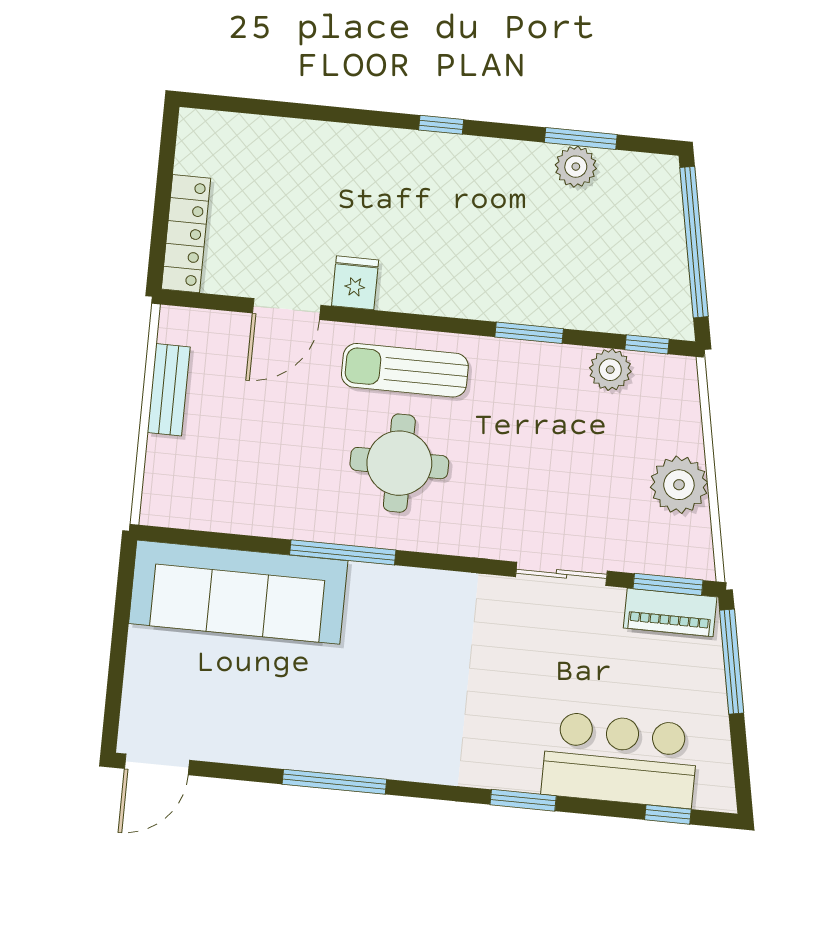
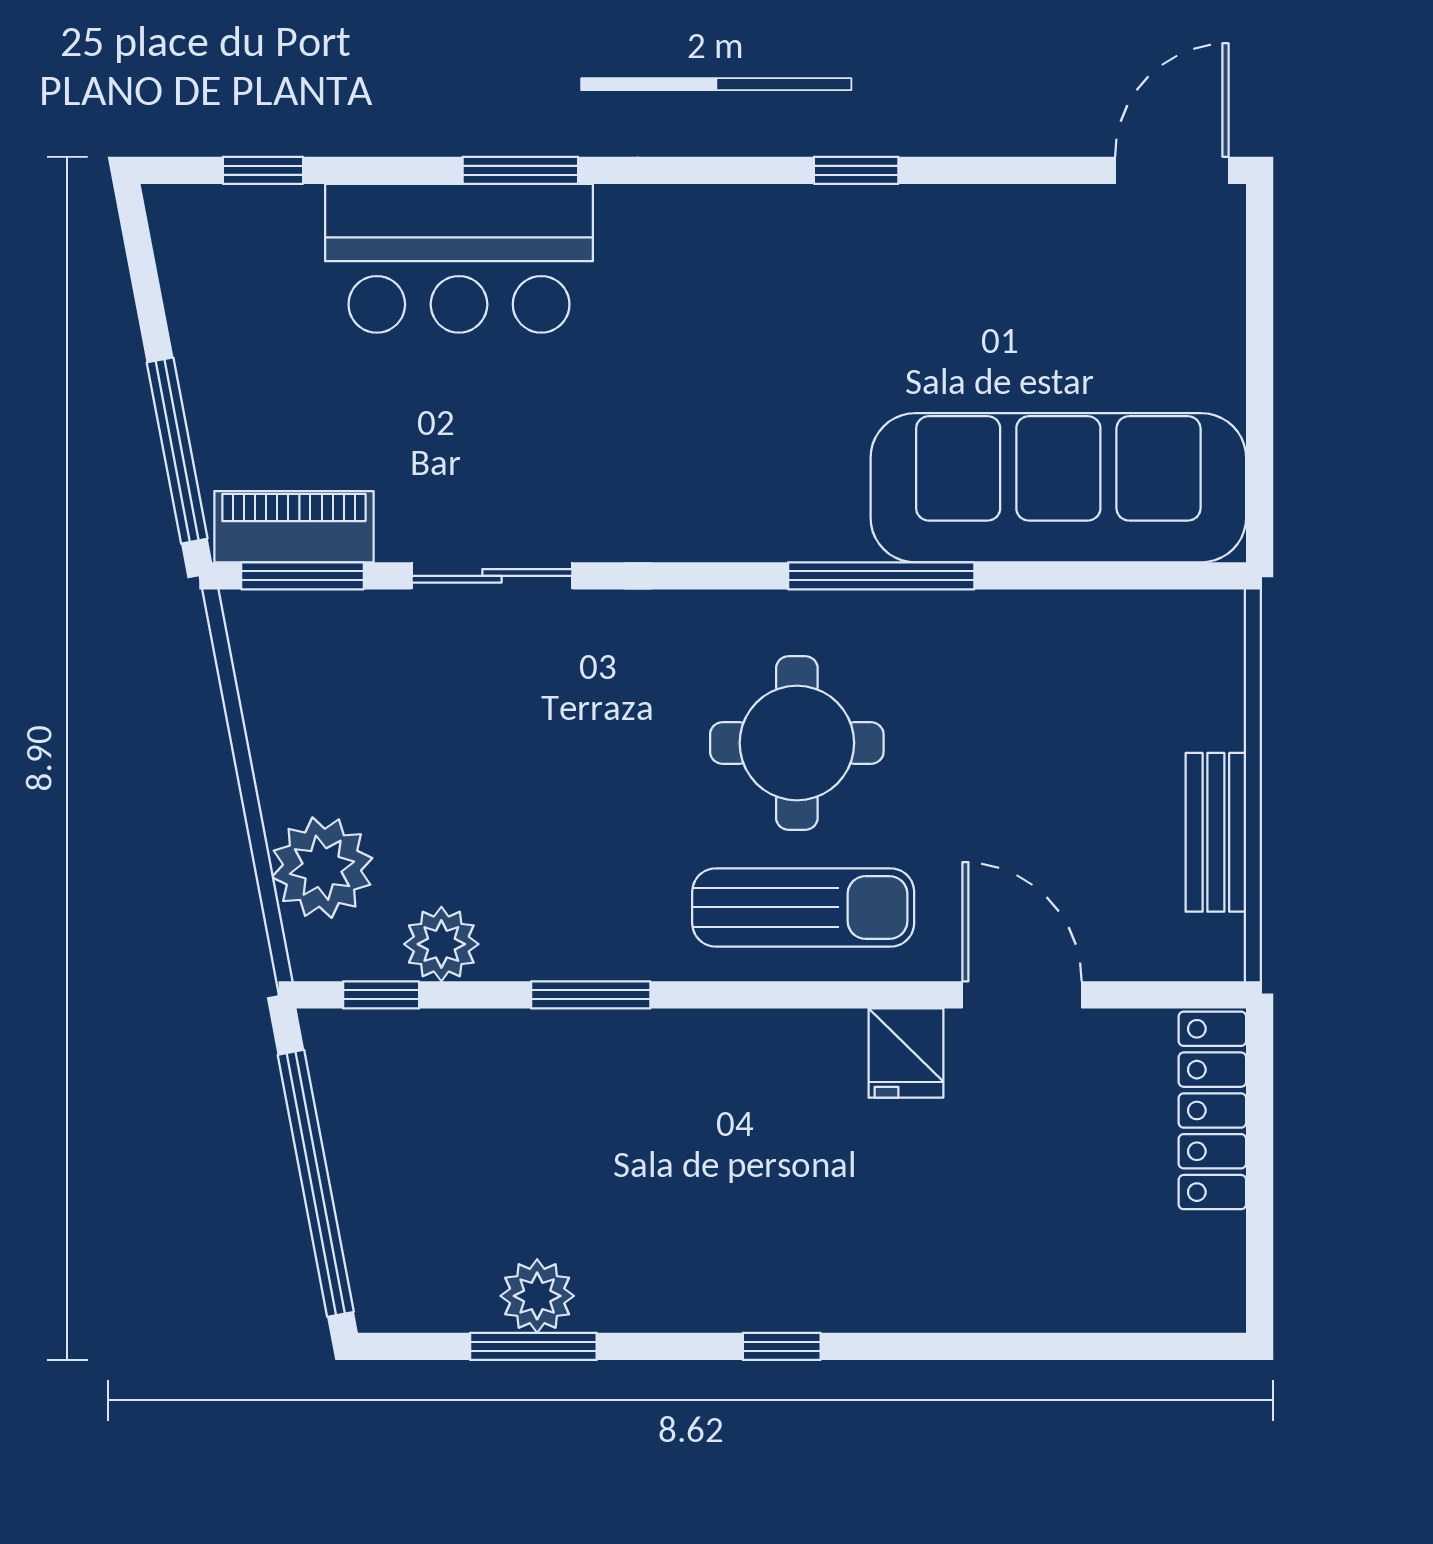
door: (287, 309) -> (1022, 995), hinge flipped
plant: (679, 485) -> (322, 868), moved
bar counter: (620, 760) -> (459, 258), moved
window: (334, 782) -> (856, 170), width x0.46

